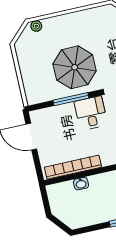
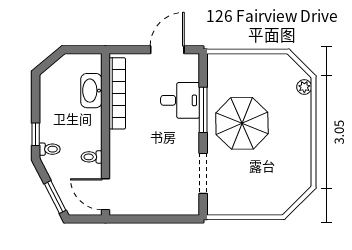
desk: (91, 113) -> (180, 100), moved
washbasin: (81, 184) -> (91, 91), width x1.91, depth x1.45

